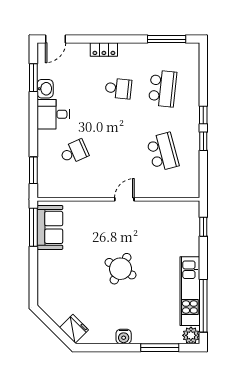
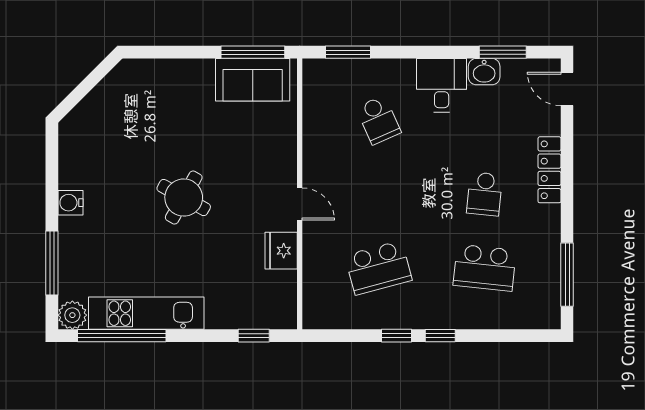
locker: (104, 50) -> (549, 170), width x1.53
fridge: (74, 329) -> (281, 251), moved, turned 135

